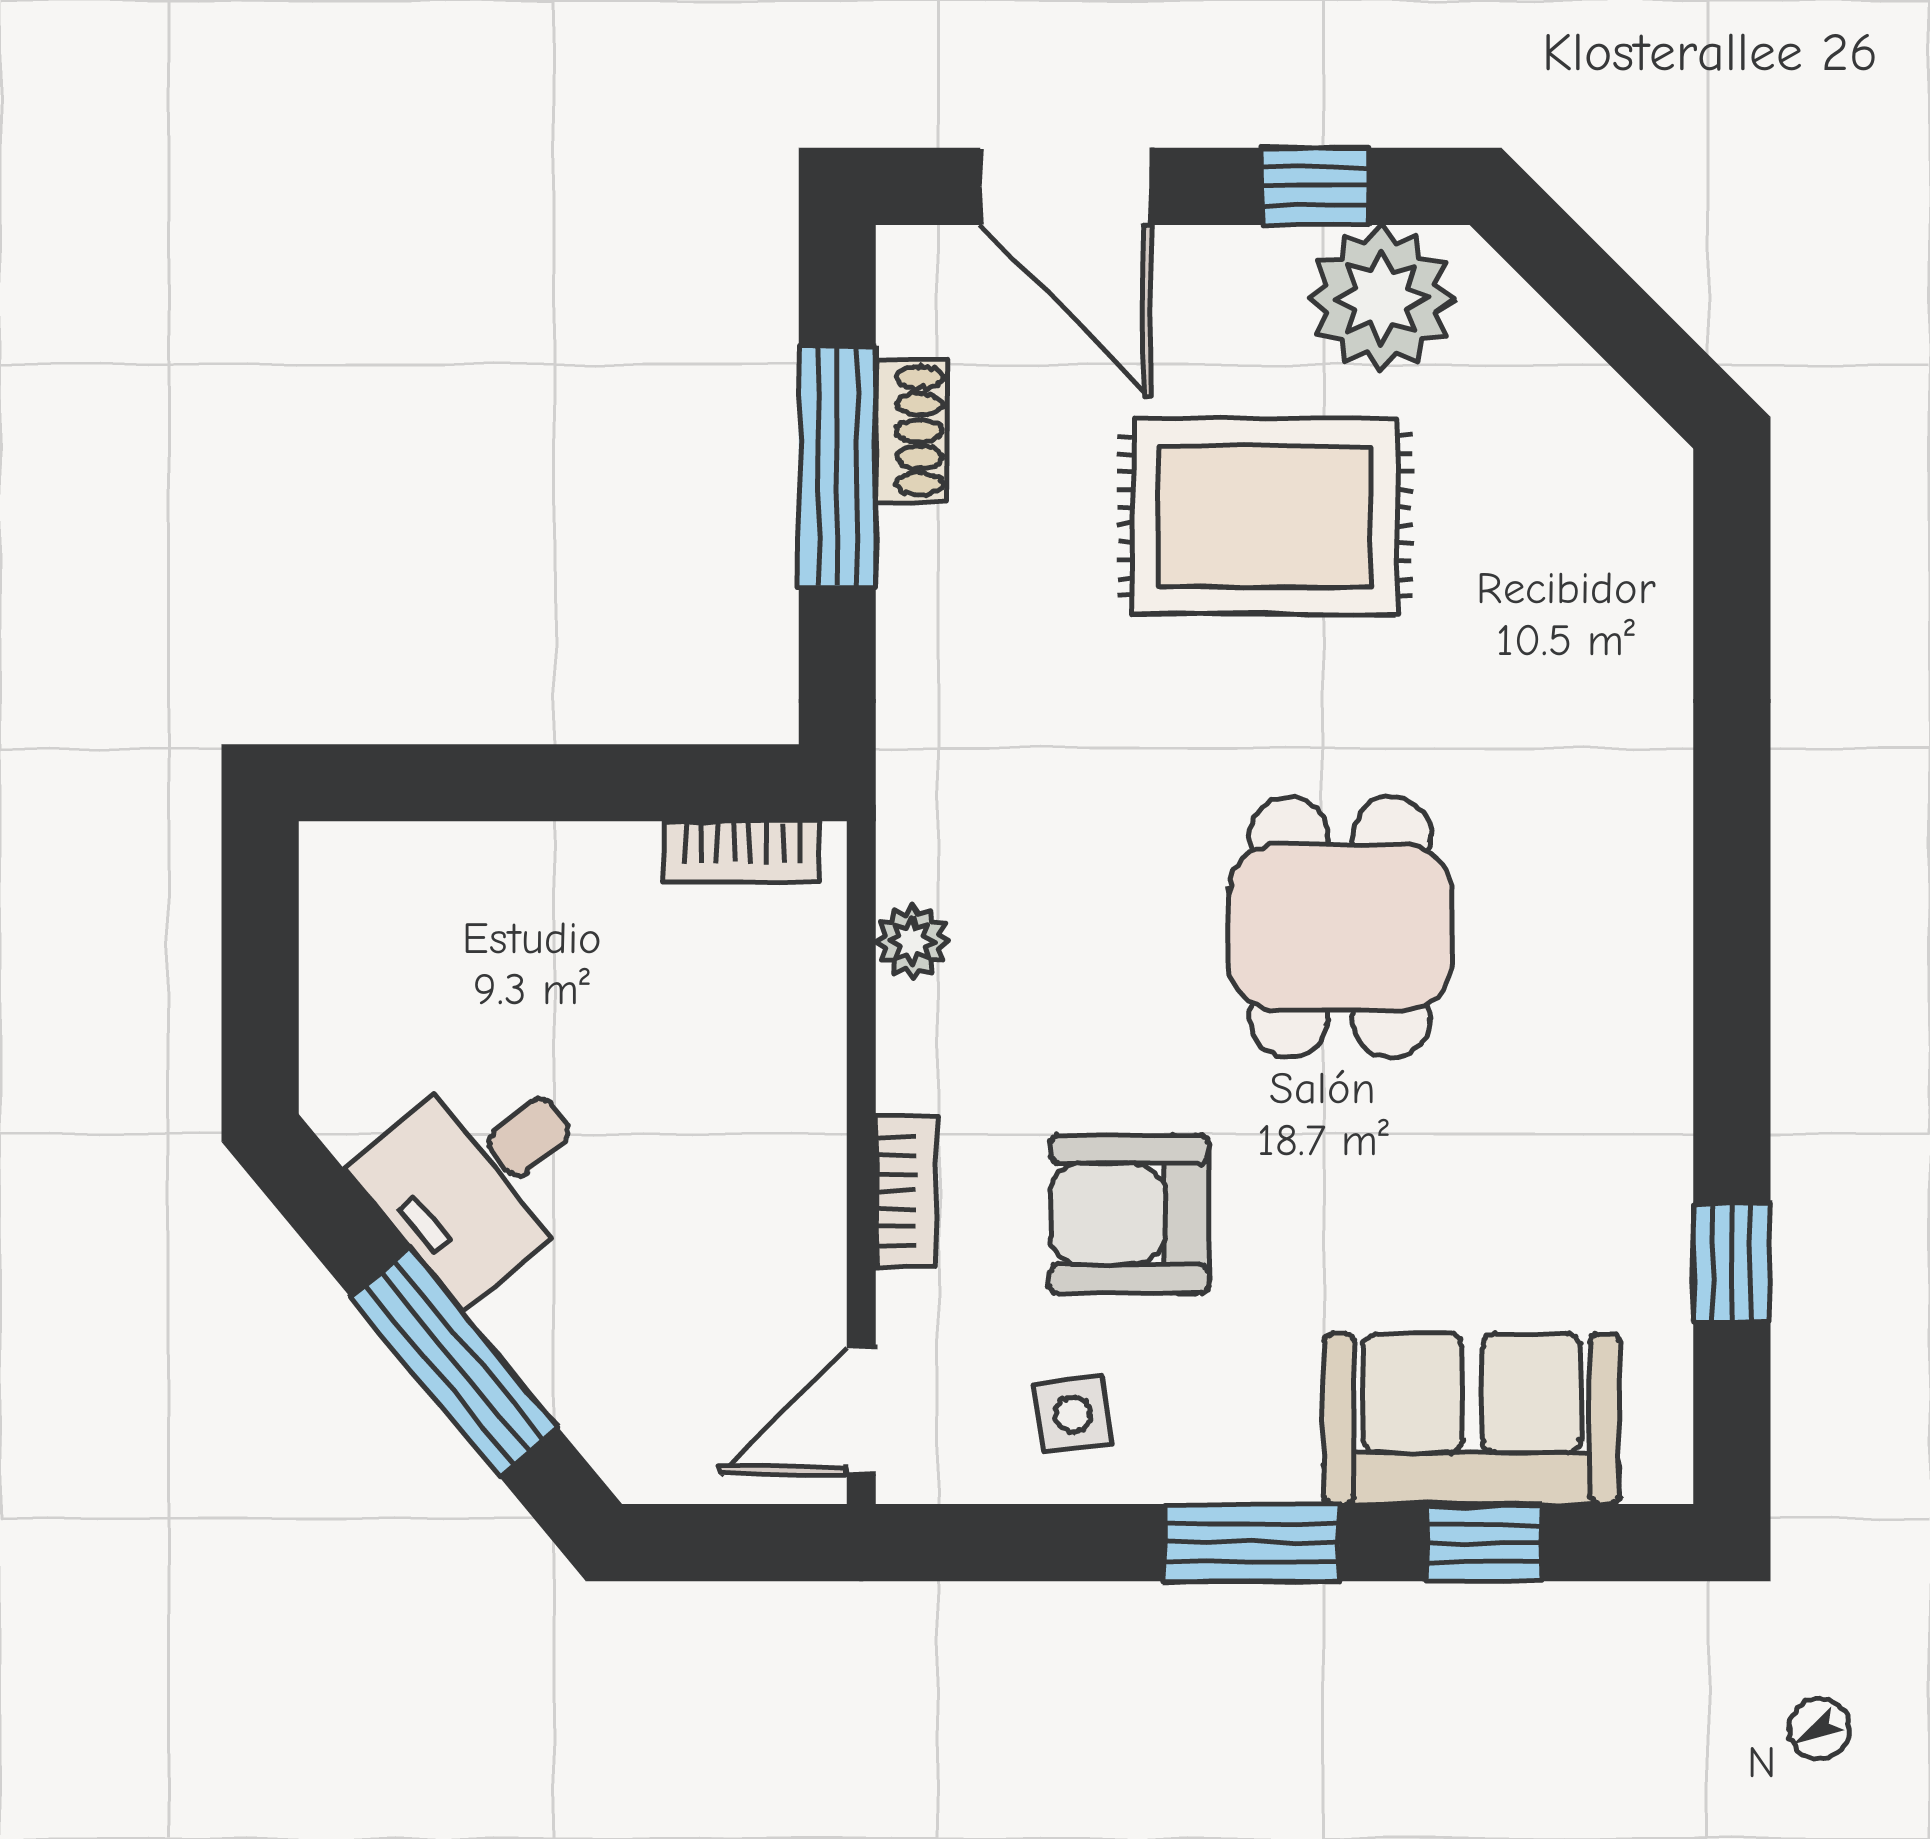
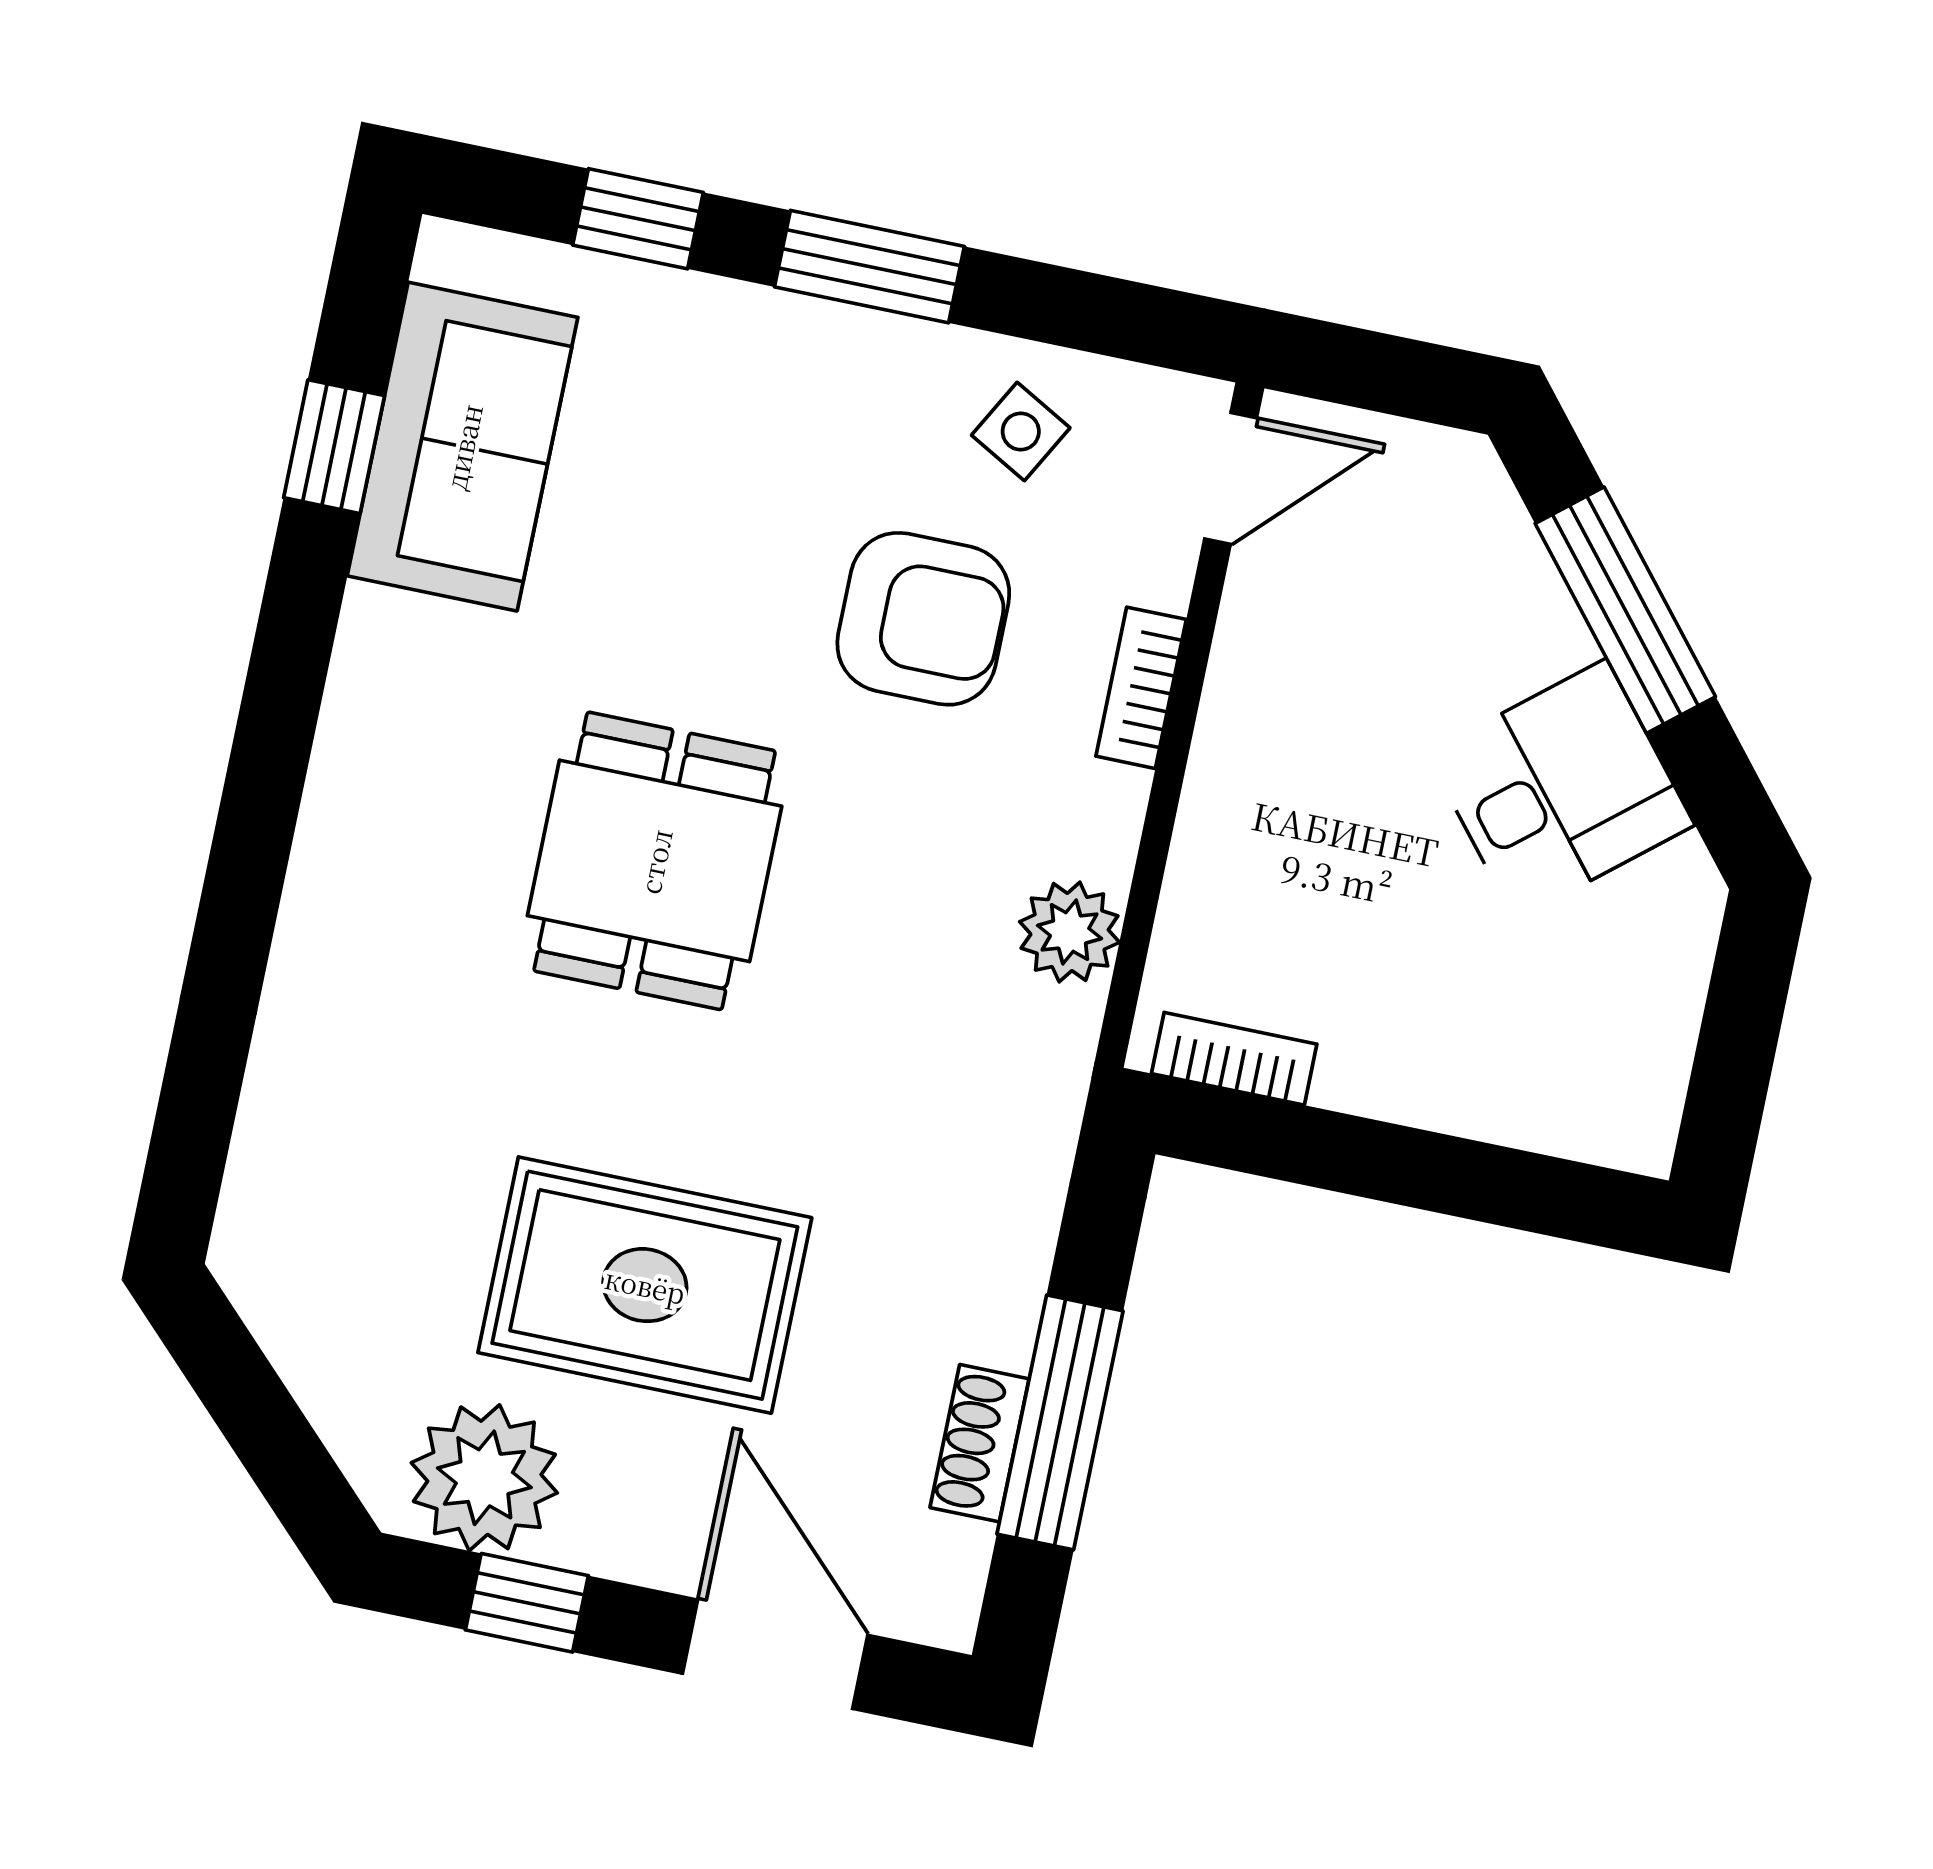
plant: (912, 941) -> (1070, 932), width x1.38, depth x1.38
side table: (1073, 1414) -> (1021, 431), turned 36
sofa: (1472, 1419) -> (463, 447), moved, turned -90

